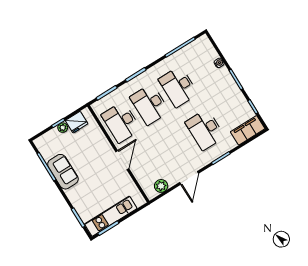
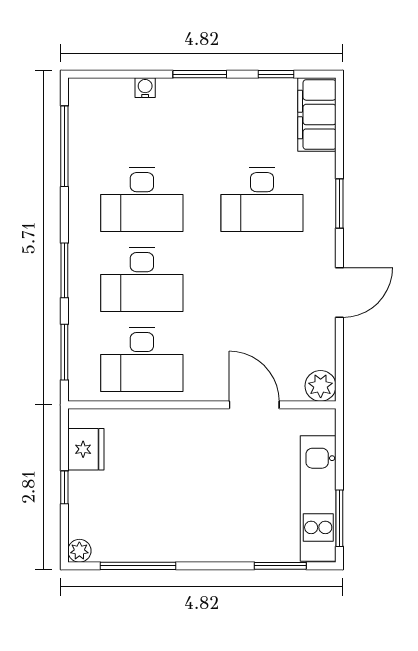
plant: (63, 128) -> (79, 551), moved
door: (122, 160) -> (254, 405), moved
sofa: (63, 172) -> (169, 539), removed
door: (189, 178) -> (339, 292), hinge flipped
plant: (161, 186) -> (321, 386), moved

